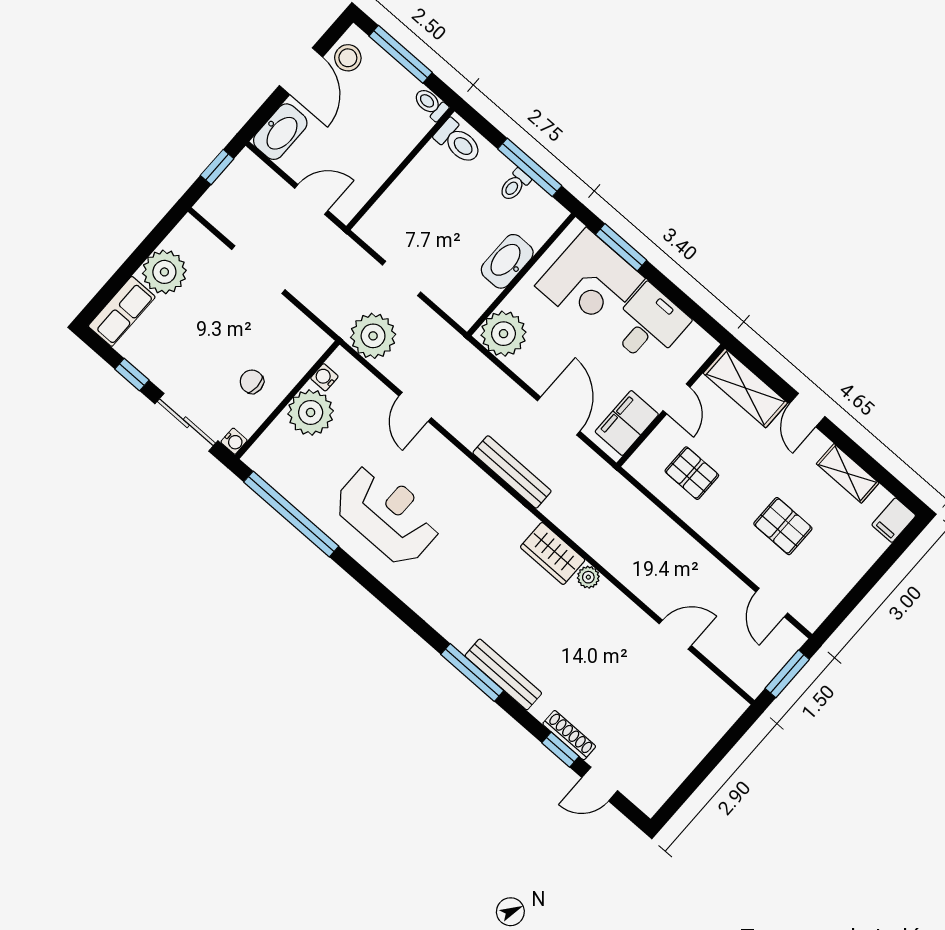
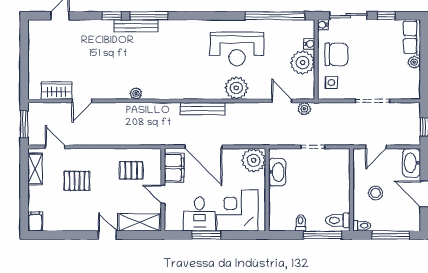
stool: (348, 58) -> (376, 193), moved
window: (530, 167) -> (322, 235), moved
window: (621, 247) -> (206, 235), moved
washbasin: (507, 261) -> (277, 172), moved
plant: (164, 272) -> (414, 62), width x0.53, depth x0.53
plant: (373, 336) -> (304, 109), width x0.53, depth x0.53
side table: (294, 347) -> (331, 83), added
water cooler: (324, 377) -> (309, 44), moved
chair: (252, 382) -> (336, 54), width x1.87, depth x1.87
door: (415, 407) -> (282, 101), moved
door: (559, 416) -> (203, 147), width x1.36
plant: (438, 459) -> (236, 88), added
shelving: (848, 473) -> (35, 169), moved, turned 90
wardrobe: (553, 553) -> (57, 90), moved
shoe rack: (569, 735) -> (89, 25), removed
window: (560, 750) -> (112, 16), moved

